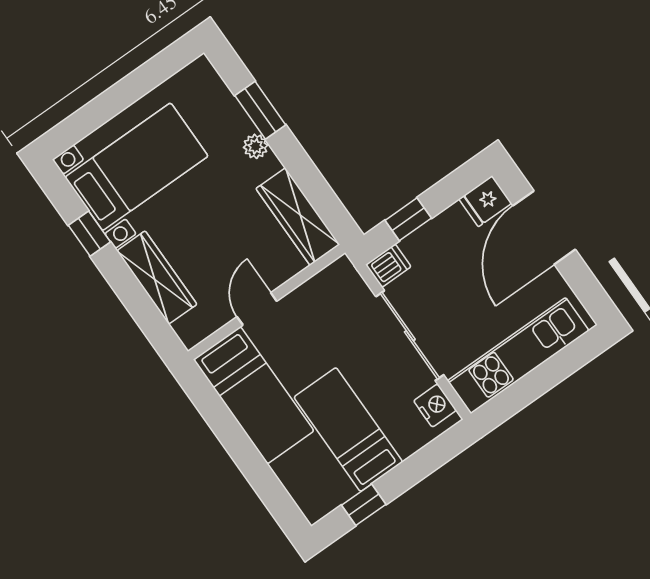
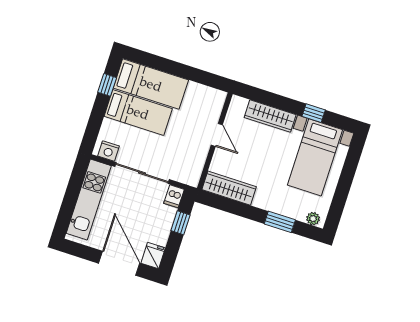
plant: (256, 146) -> (313, 219), moved
bed: (254, 395) -> (151, 84), moved, turned 180

